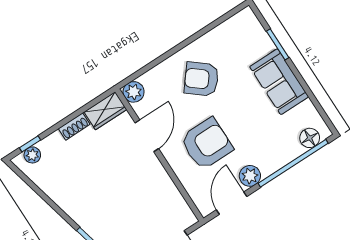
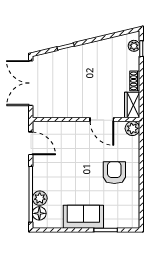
armchair: (201, 79) -> (114, 173), turned -39
armchair: (207, 144) -> (75, 151), removed
plant: (250, 176) -> (40, 198), moved

